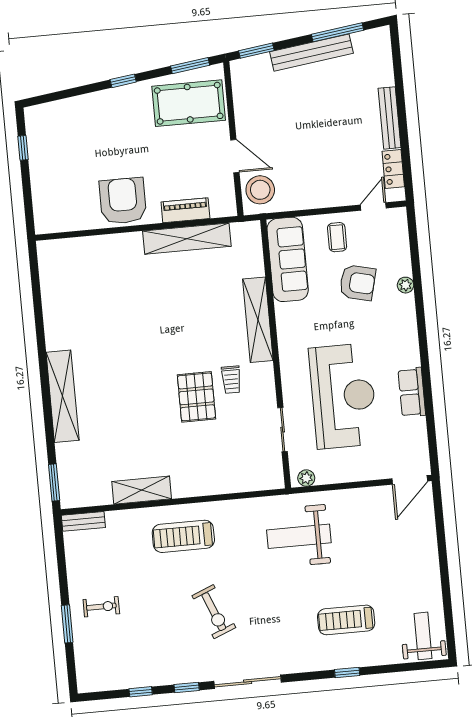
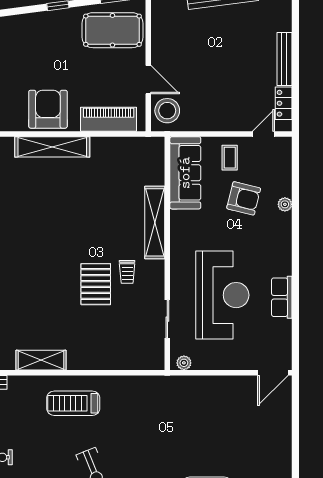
piano: (185, 210) -> (109, 119), width x1.37, depth x1.33
shelving: (187, 239) -> (52, 147), moved
weight bench: (299, 536) -> (173, 412), removed

